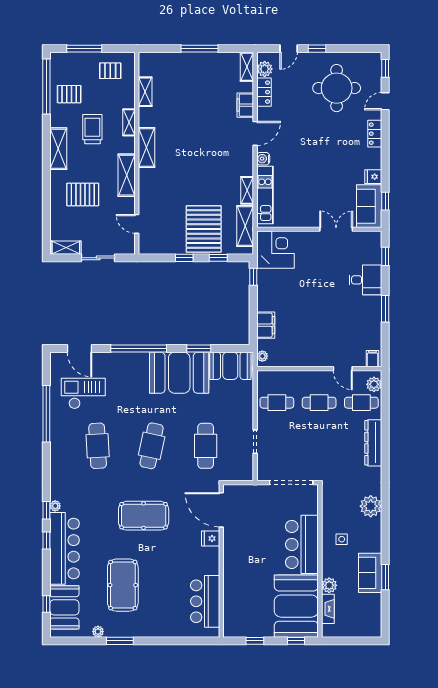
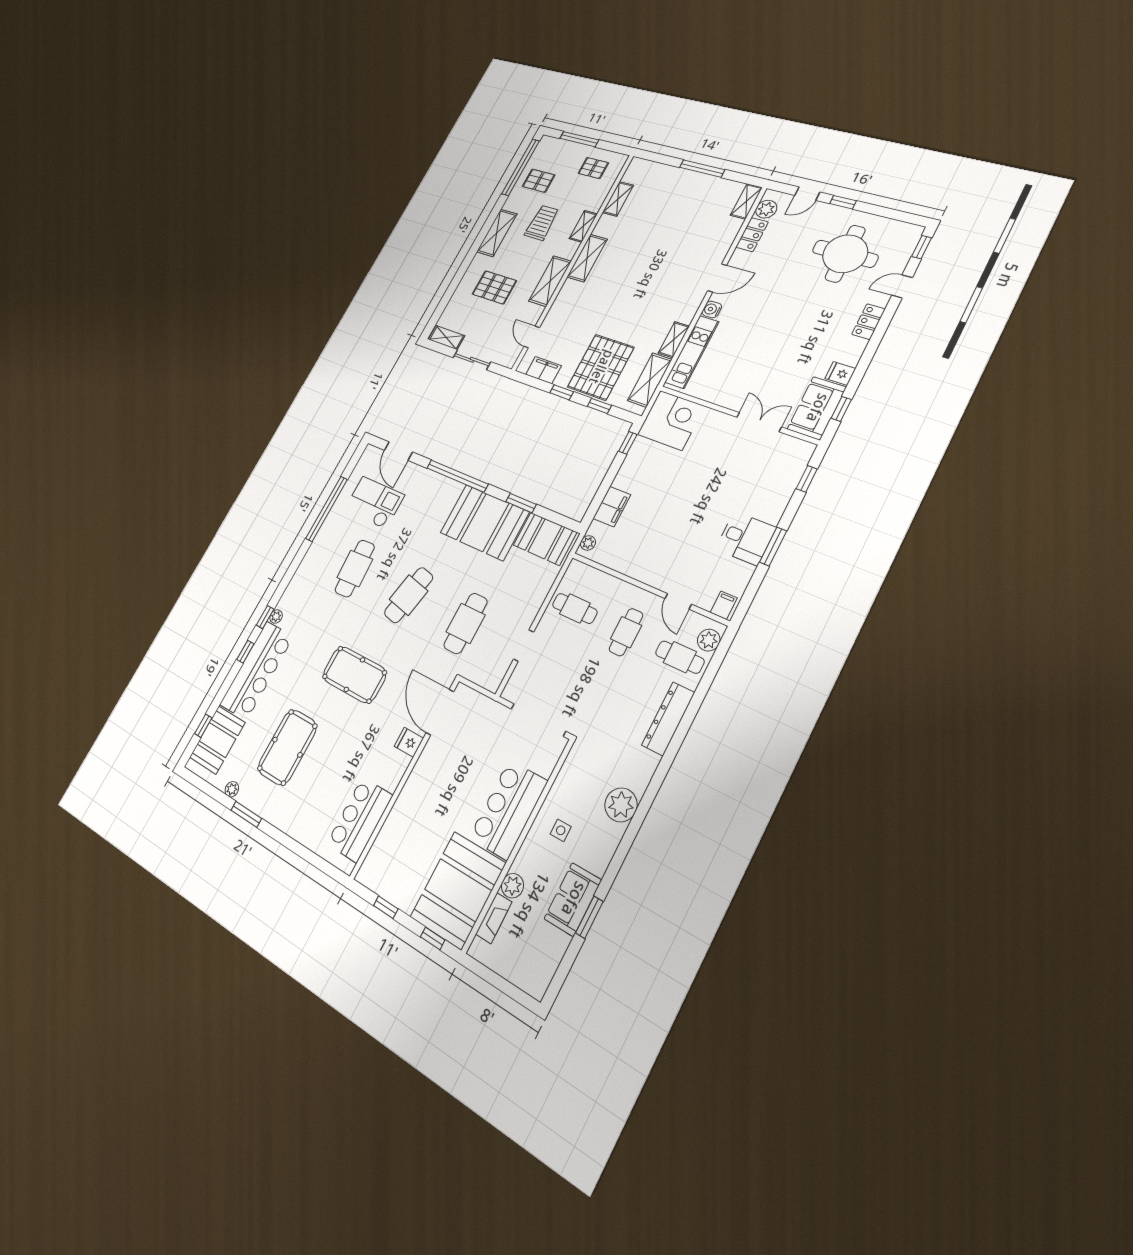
filing cabinet: (245, 105) -> (543, 370), moved, turned 90
desk: (365, 280) -> (746, 538), moved
cafe table: (319, 403) -> (626, 632), turned 90

